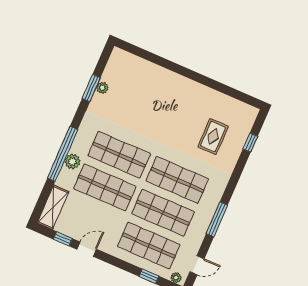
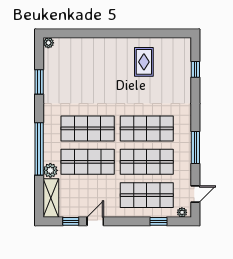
plant: (102, 88) -> (48, 43), moved
rug: (213, 137) -> (144, 62), moved
plant: (72, 161) -> (50, 170), moved

